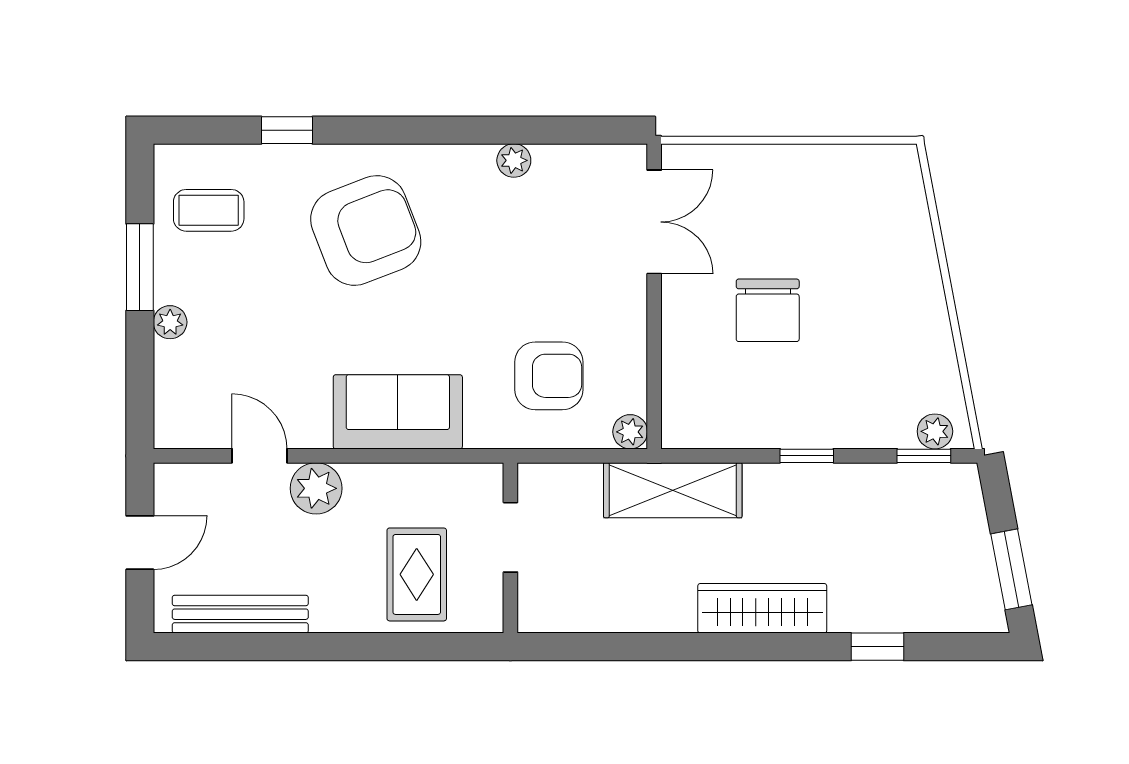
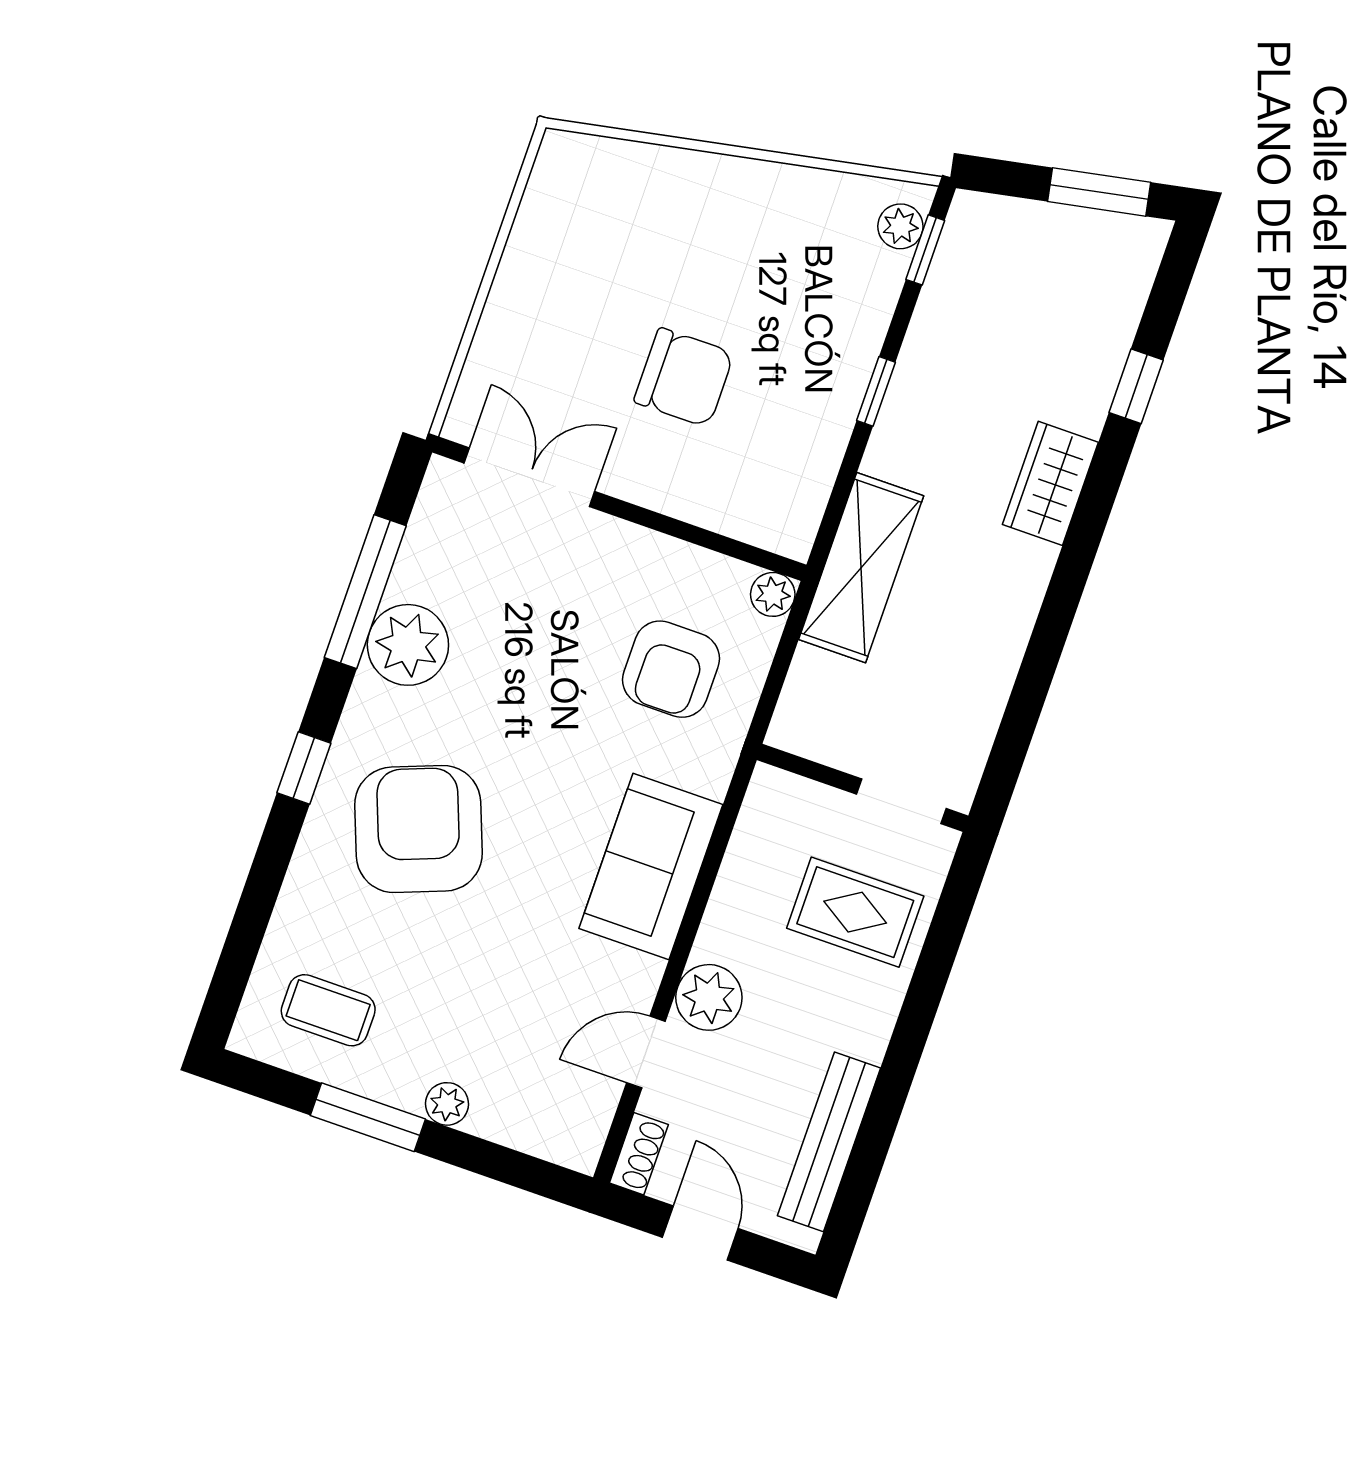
window: (287, 130) -> (304, 768), moved
window: (528, 130) -> (365, 592), added
plant: (514, 160) -> (408, 645), width x1.88, depth x1.88
coffee table: (209, 210) -> (328, 1010), turned 90
armchair: (549, 376) -> (671, 669), turned 180
shoe rack: (183, 477) -> (639, 1154), added
doorway: (510, 537) -> (901, 801), moved
wardrobe: (762, 608) -> (1050, 483), width x0.67

